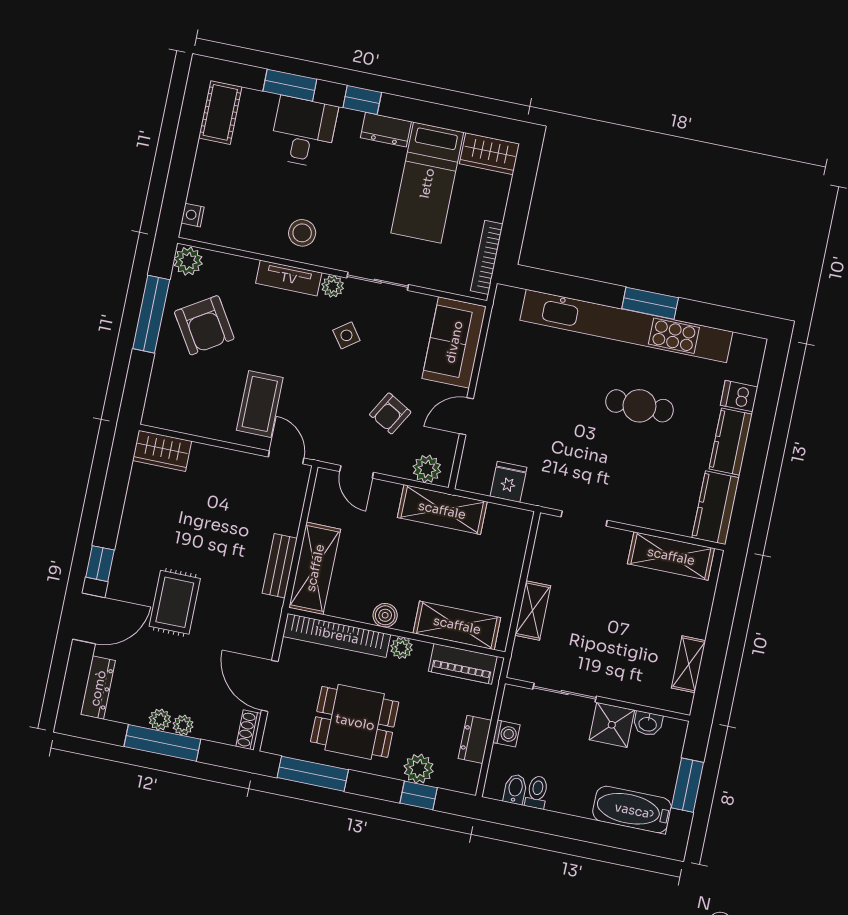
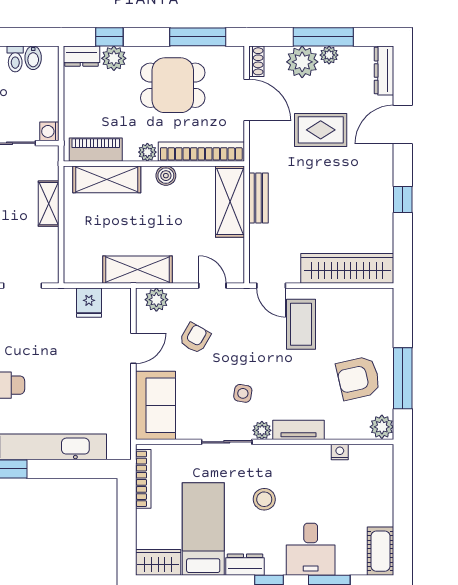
nightstand: (193, 215) -> (340, 452), moved, turned -90
stool: (302, 233) -> (264, 499), moved
armchair: (204, 325) -> (358, 378), turned -71
side table: (346, 335) -> (243, 393), turned 45
wardrobe: (162, 451) -> (347, 268), width x2.10, depth x1.17
window: (100, 564) -> (403, 199), moved
rug: (175, 602) -> (321, 130), moved, turned 90
plant: (183, 725) -> (302, 62), width x1.88, depth x1.88
washing machine: (506, 734) -> (49, 131), moved
dresser: (475, 739) -> (82, 56), moved, turned 90

